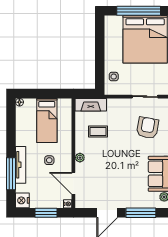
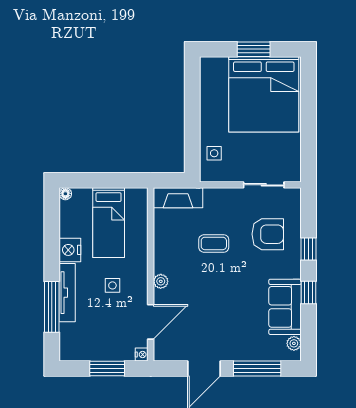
window: (139, 11) -> (254, 49), width x0.47
armchair: (148, 128) -> (268, 234), turned 80
coffee table: (98, 132) -> (214, 243), moved
door: (73, 183) -> (151, 322), swing flipped
nightstand: (22, 200) -> (70, 250), moved

